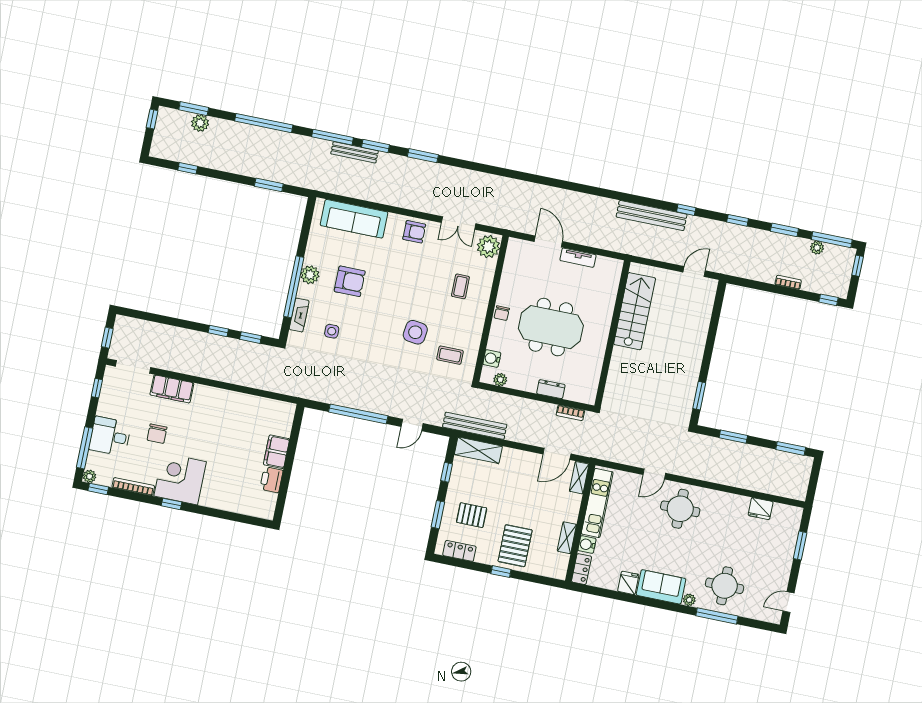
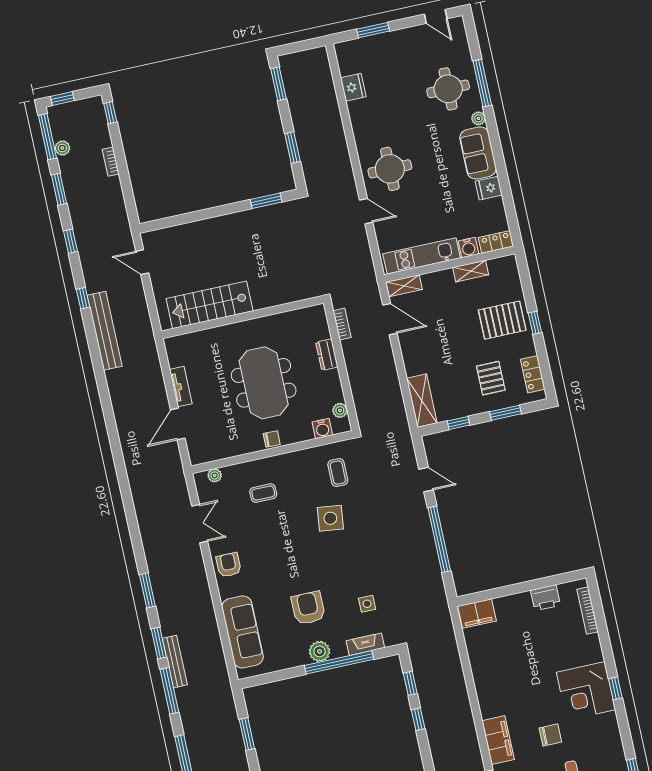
plant: (488, 247) -> (215, 475), width x0.53, depth x0.53
bench: (475, 426) -> (399, 415), removed
filing cabinet: (277, 452) -> (477, 614), moved
bookcase: (133, 487) -> (588, 610), moved

